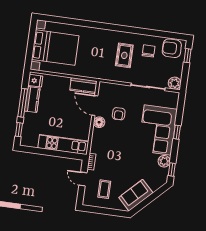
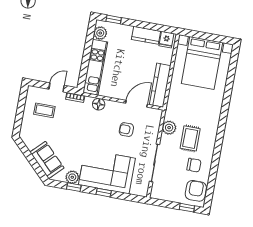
rug: (124, 55) -> (190, 138), turned 90
plant: (175, 83) -> (169, 128), moved
kitchen counter: (83, 86) -> (160, 85), width x1.50
window: (23, 103) -> (143, 25), removed
floor lamp: (99, 122) -> (99, 104), moved
plant: (32, 141) -> (100, 33), added
window: (172, 169) -> (74, 187), moved
sofa: (136, 195) -> (47, 160), moved

